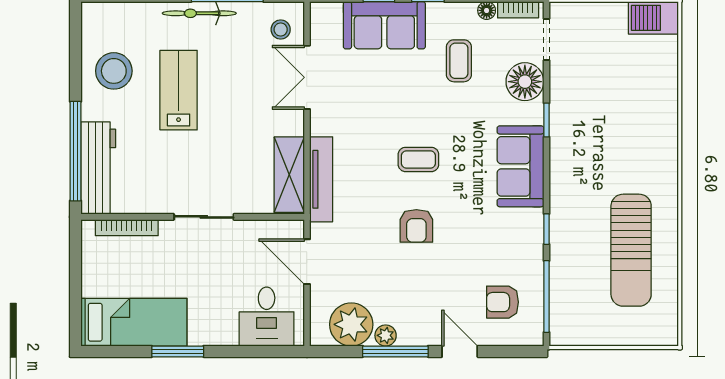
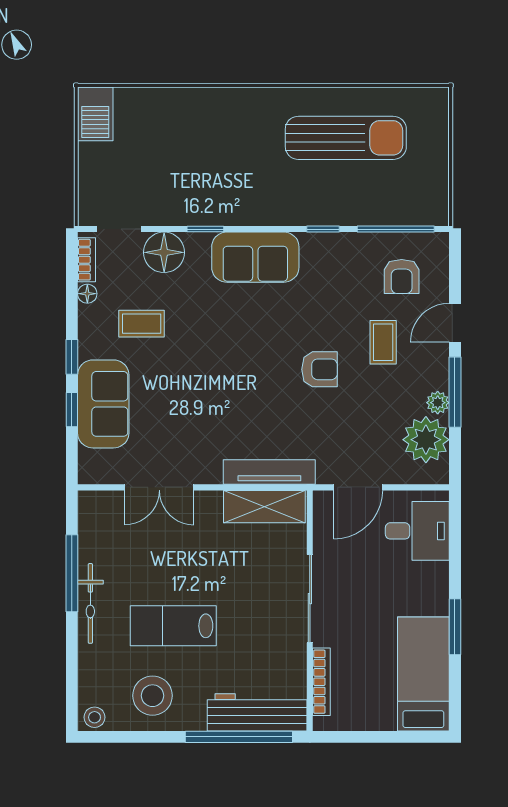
stool: (281, 29) -> (95, 717), moved
coffee table: (418, 159) -> (383, 342), moved
sliding door: (204, 217) -> (310, 599), width x1.37

